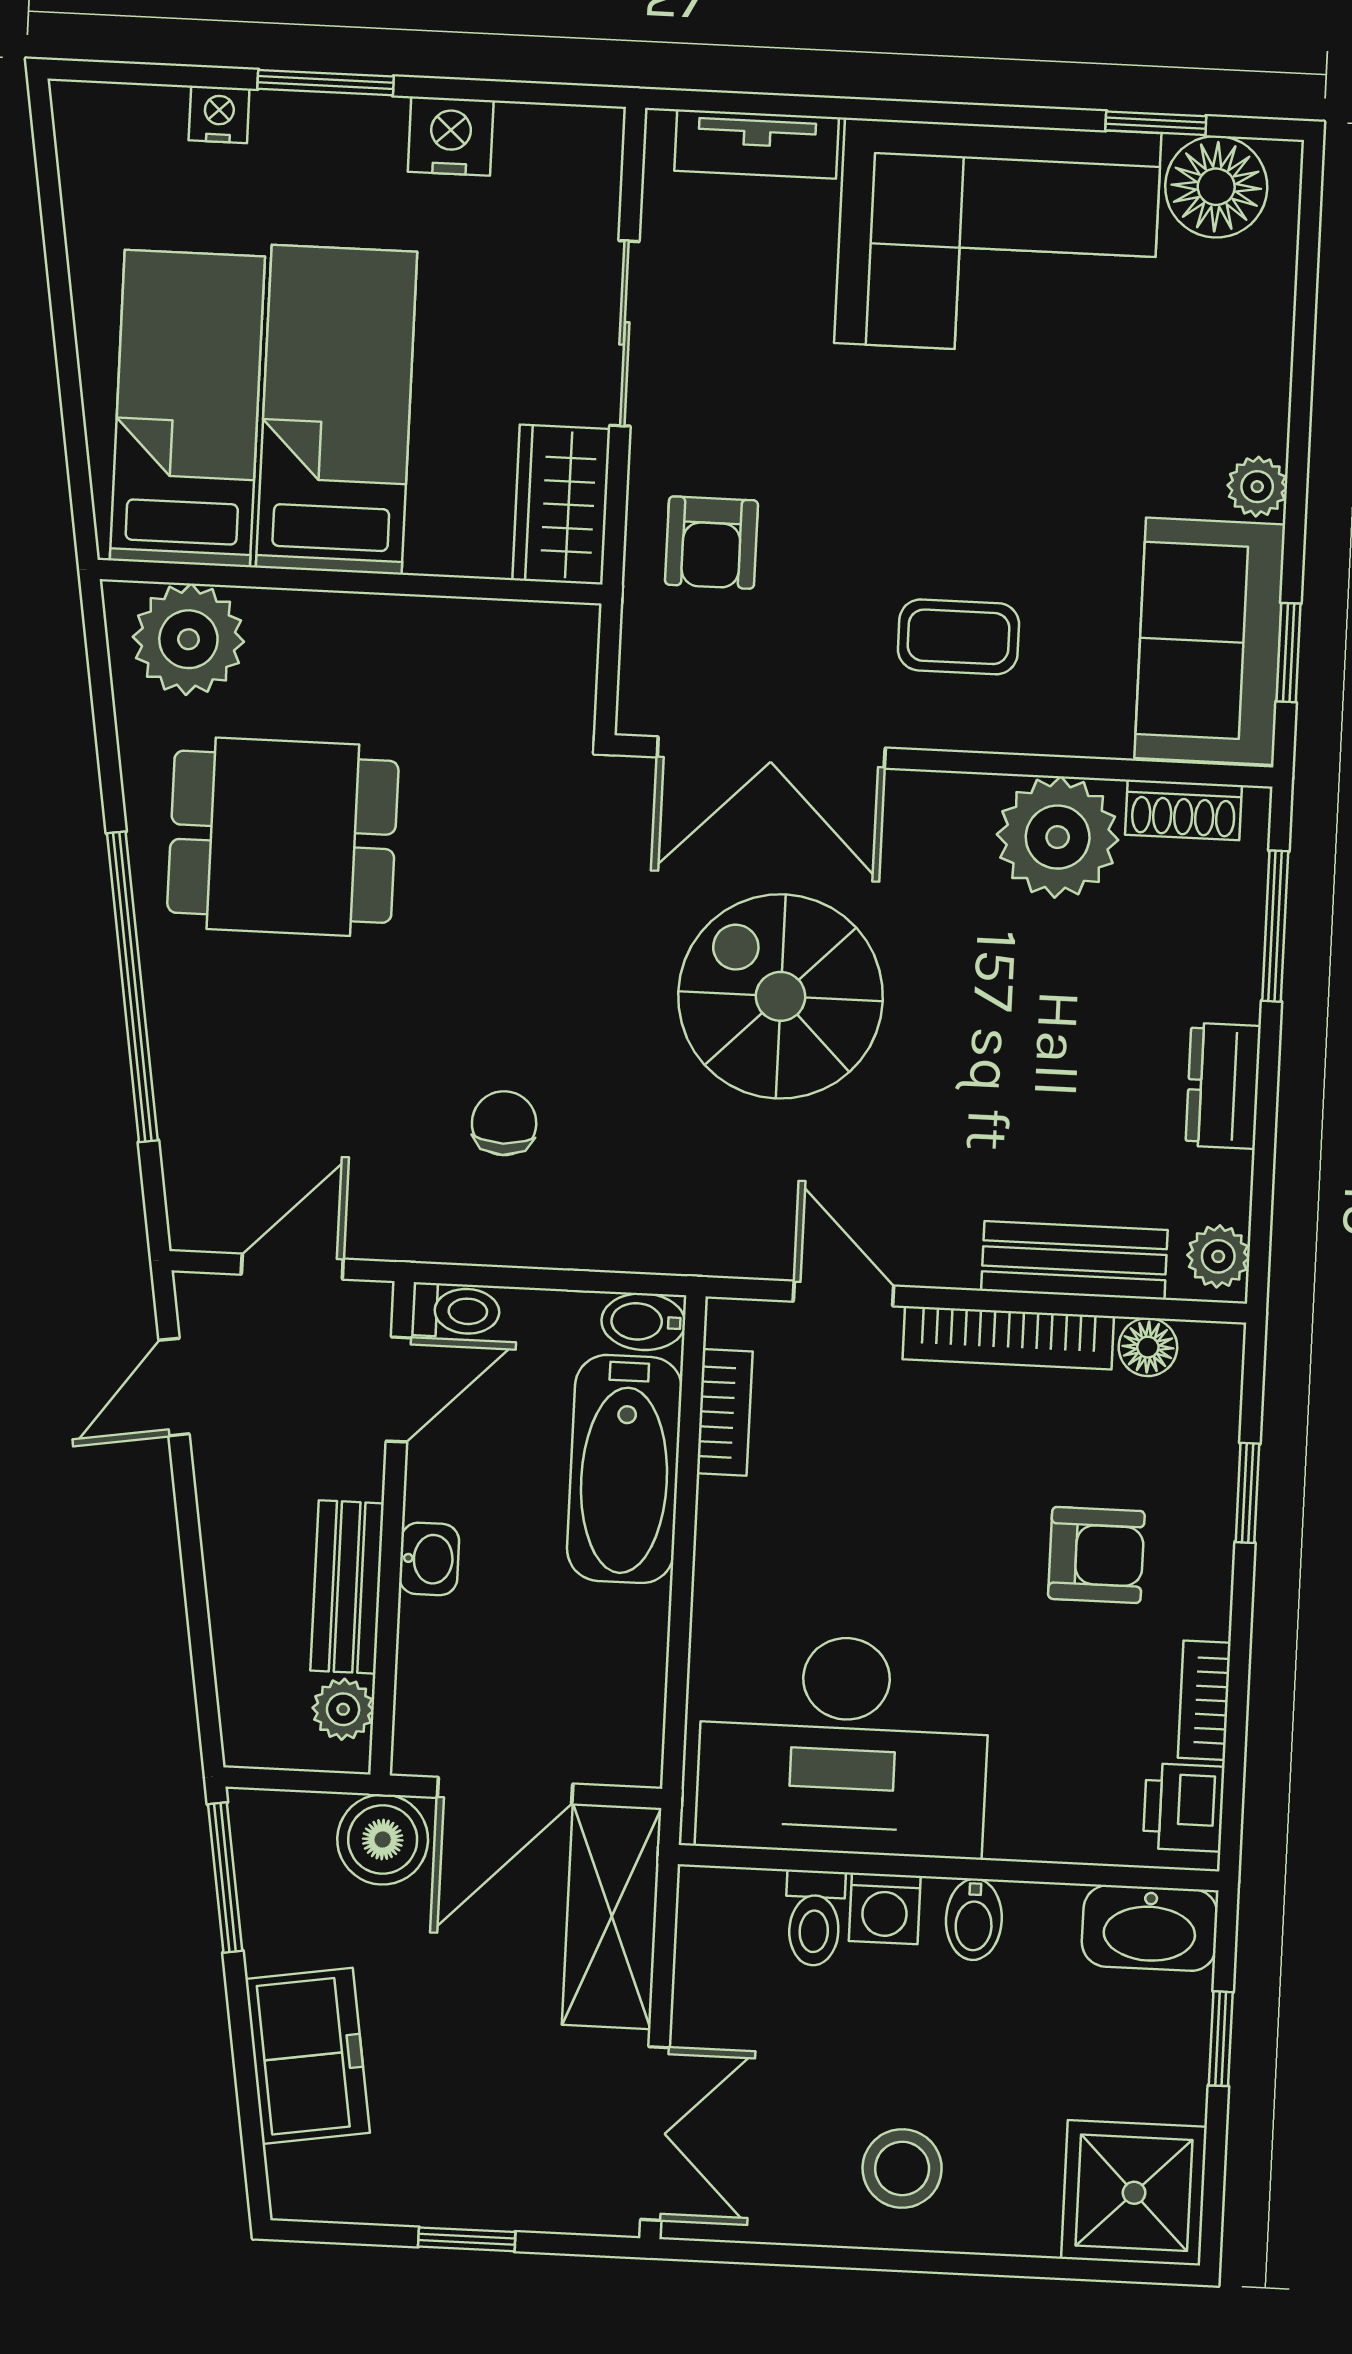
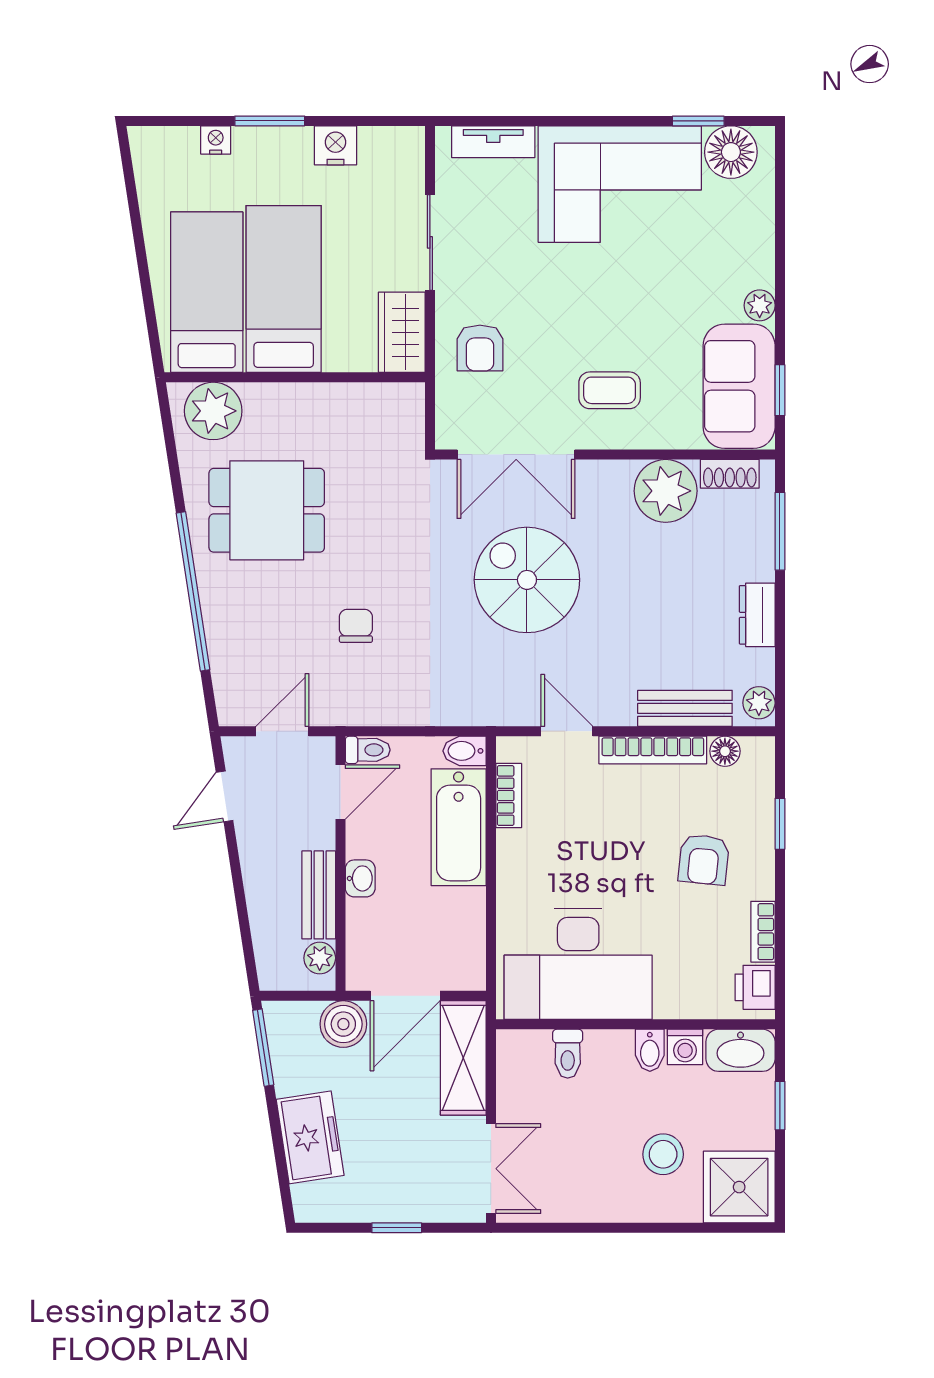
chair: (504, 1123) -> (356, 626), moved
armchair: (1096, 1555) -> (704, 860), turned 96
washing machine: (885, 1908) -> (685, 1047), moved
stool: (902, 2168) -> (663, 1154), moved

